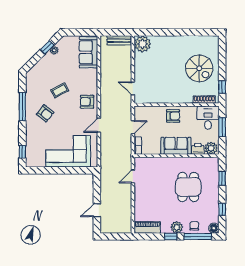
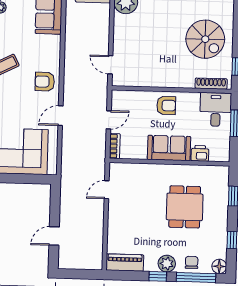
plant: (211, 148) -> (219, 153), removed

